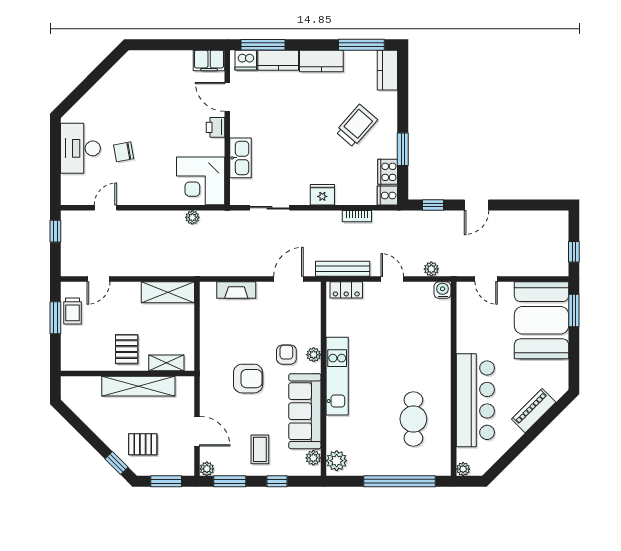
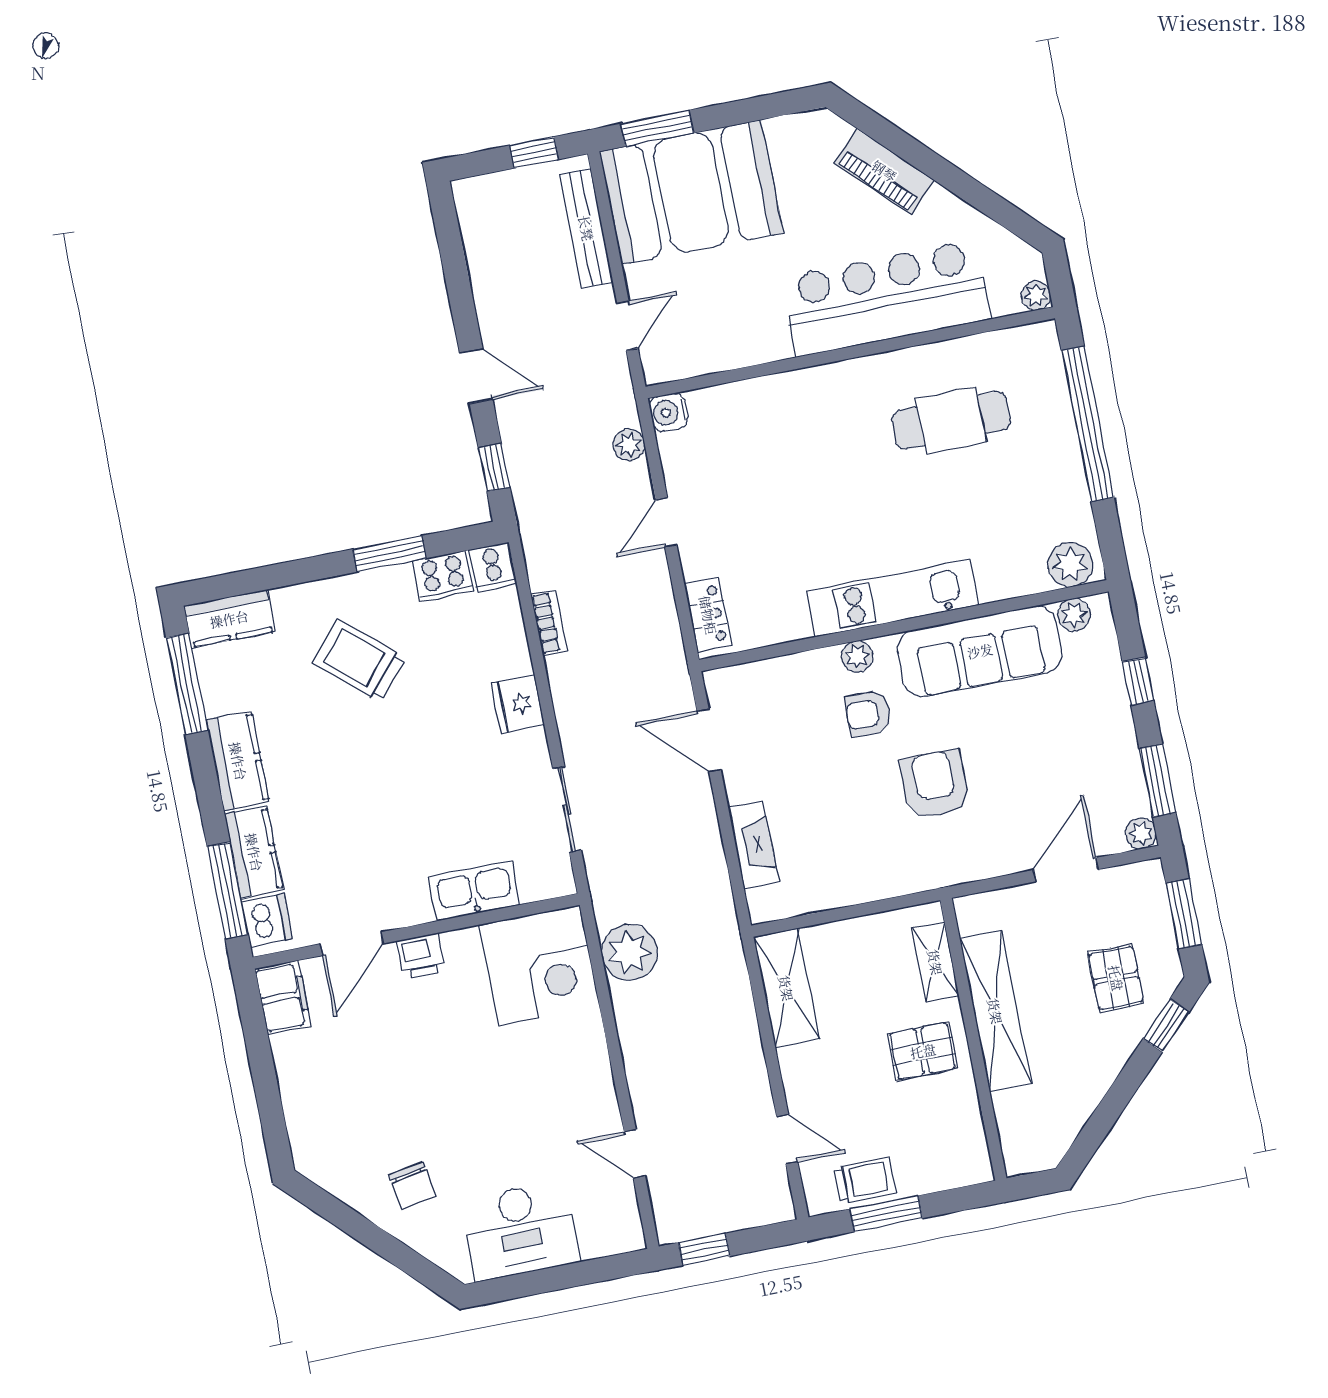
chair: (124, 152) -> (412, 1185), moved
plant: (192, 217) -> (629, 952), width x1.88, depth x1.88
bench: (343, 269) -> (586, 228), moved
coffee table: (260, 449) -> (1078, 730), removed

